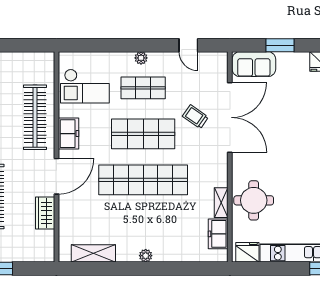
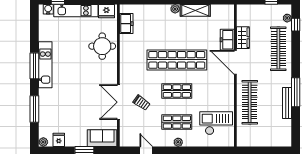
double door: (230, 117) -> (118, 102), width x0.73
freezer: (68, 134) -> (227, 40), moved
shop shelf: (143, 134) -> (177, 91), width x0.70, depth x0.74
door: (56, 176) -> (235, 62), hinge flipped
shelving: (221, 203) -> (124, 45), removed
shelving: (93, 253) -> (195, 10), moved

